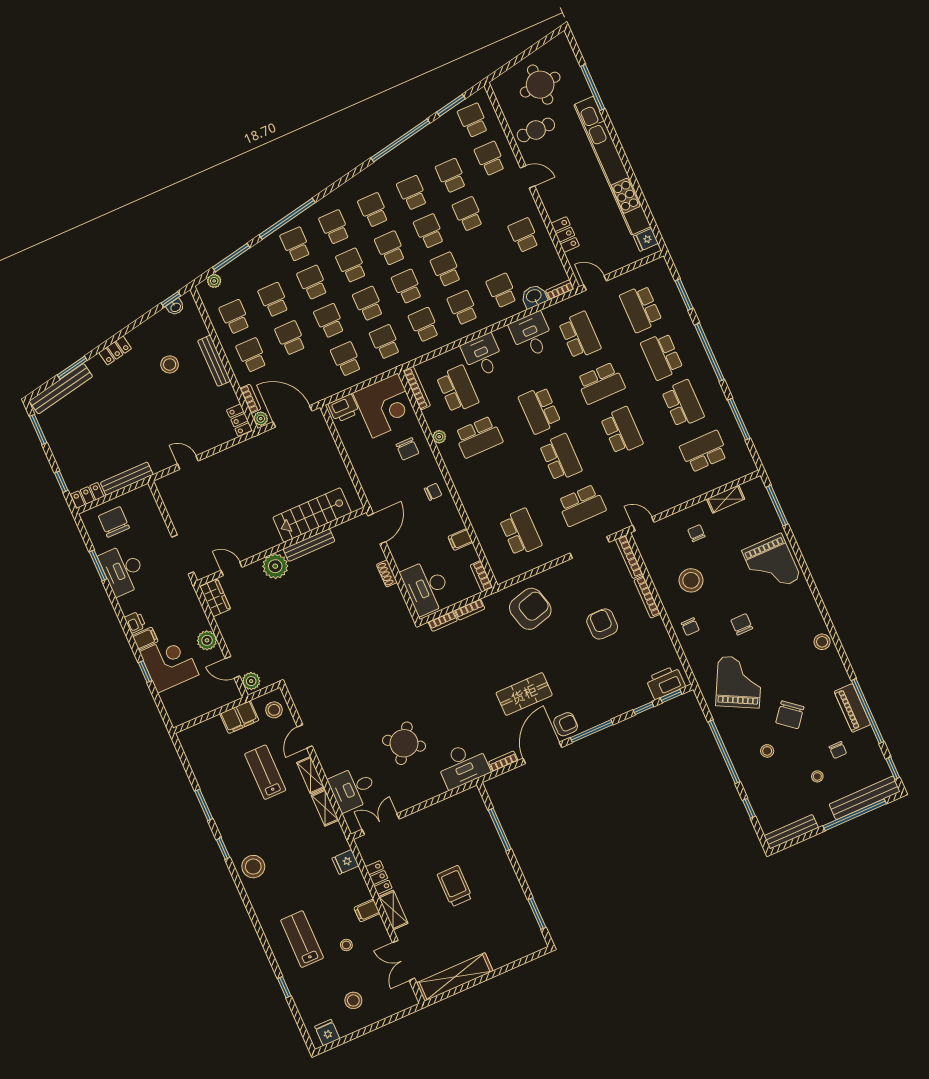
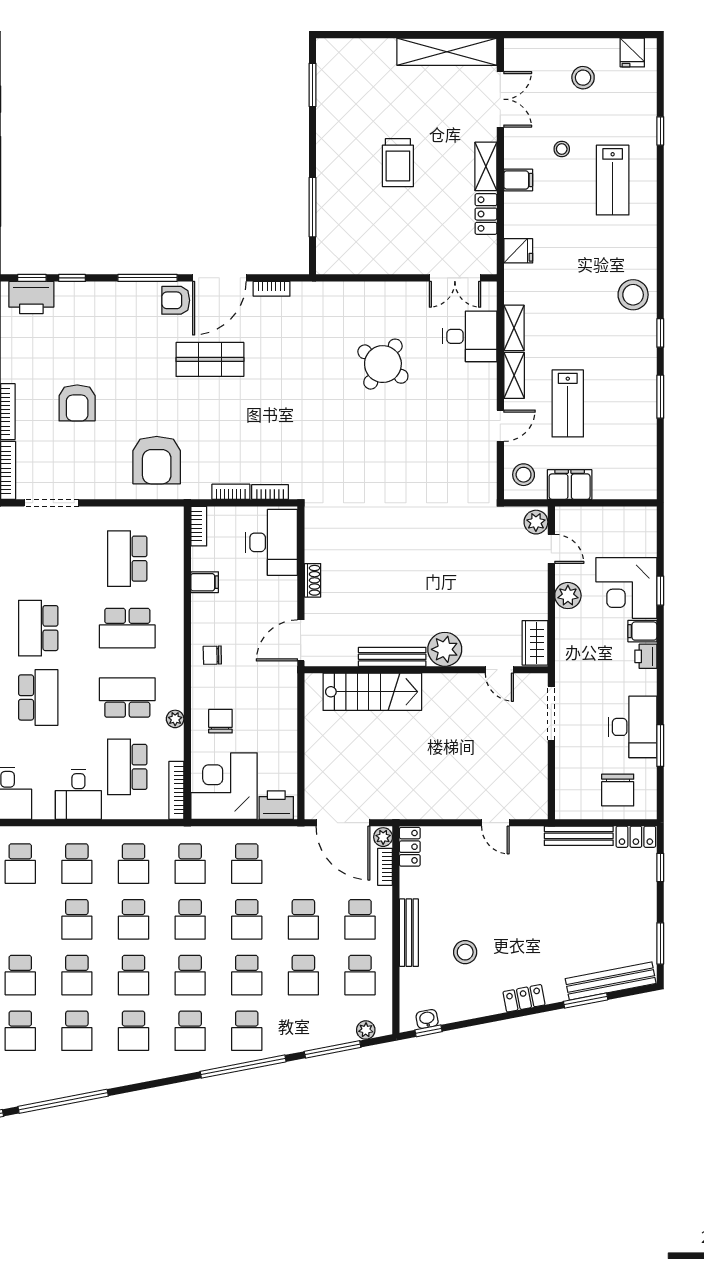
school desk: (582, 505) -> (127, 628), moved, turned 180
armchair: (530, 609) -> (157, 460), turned -75
desk: (463, 765) -> (323, 306), removed

